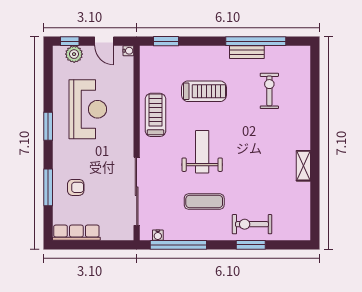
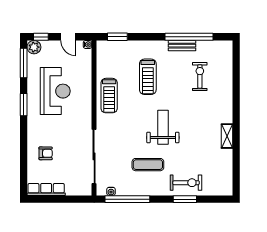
plant: (74, 54) -> (34, 47), moved
treadmill: (204, 91) -> (148, 77), turned 90
treadmill: (155, 115) -> (109, 96), turned 180
weight bench: (202, 152) -> (163, 127), moved
window: (48, 187) -> (24, 63), moved
exercise bike: (252, 224) -> (186, 183), turned 180

